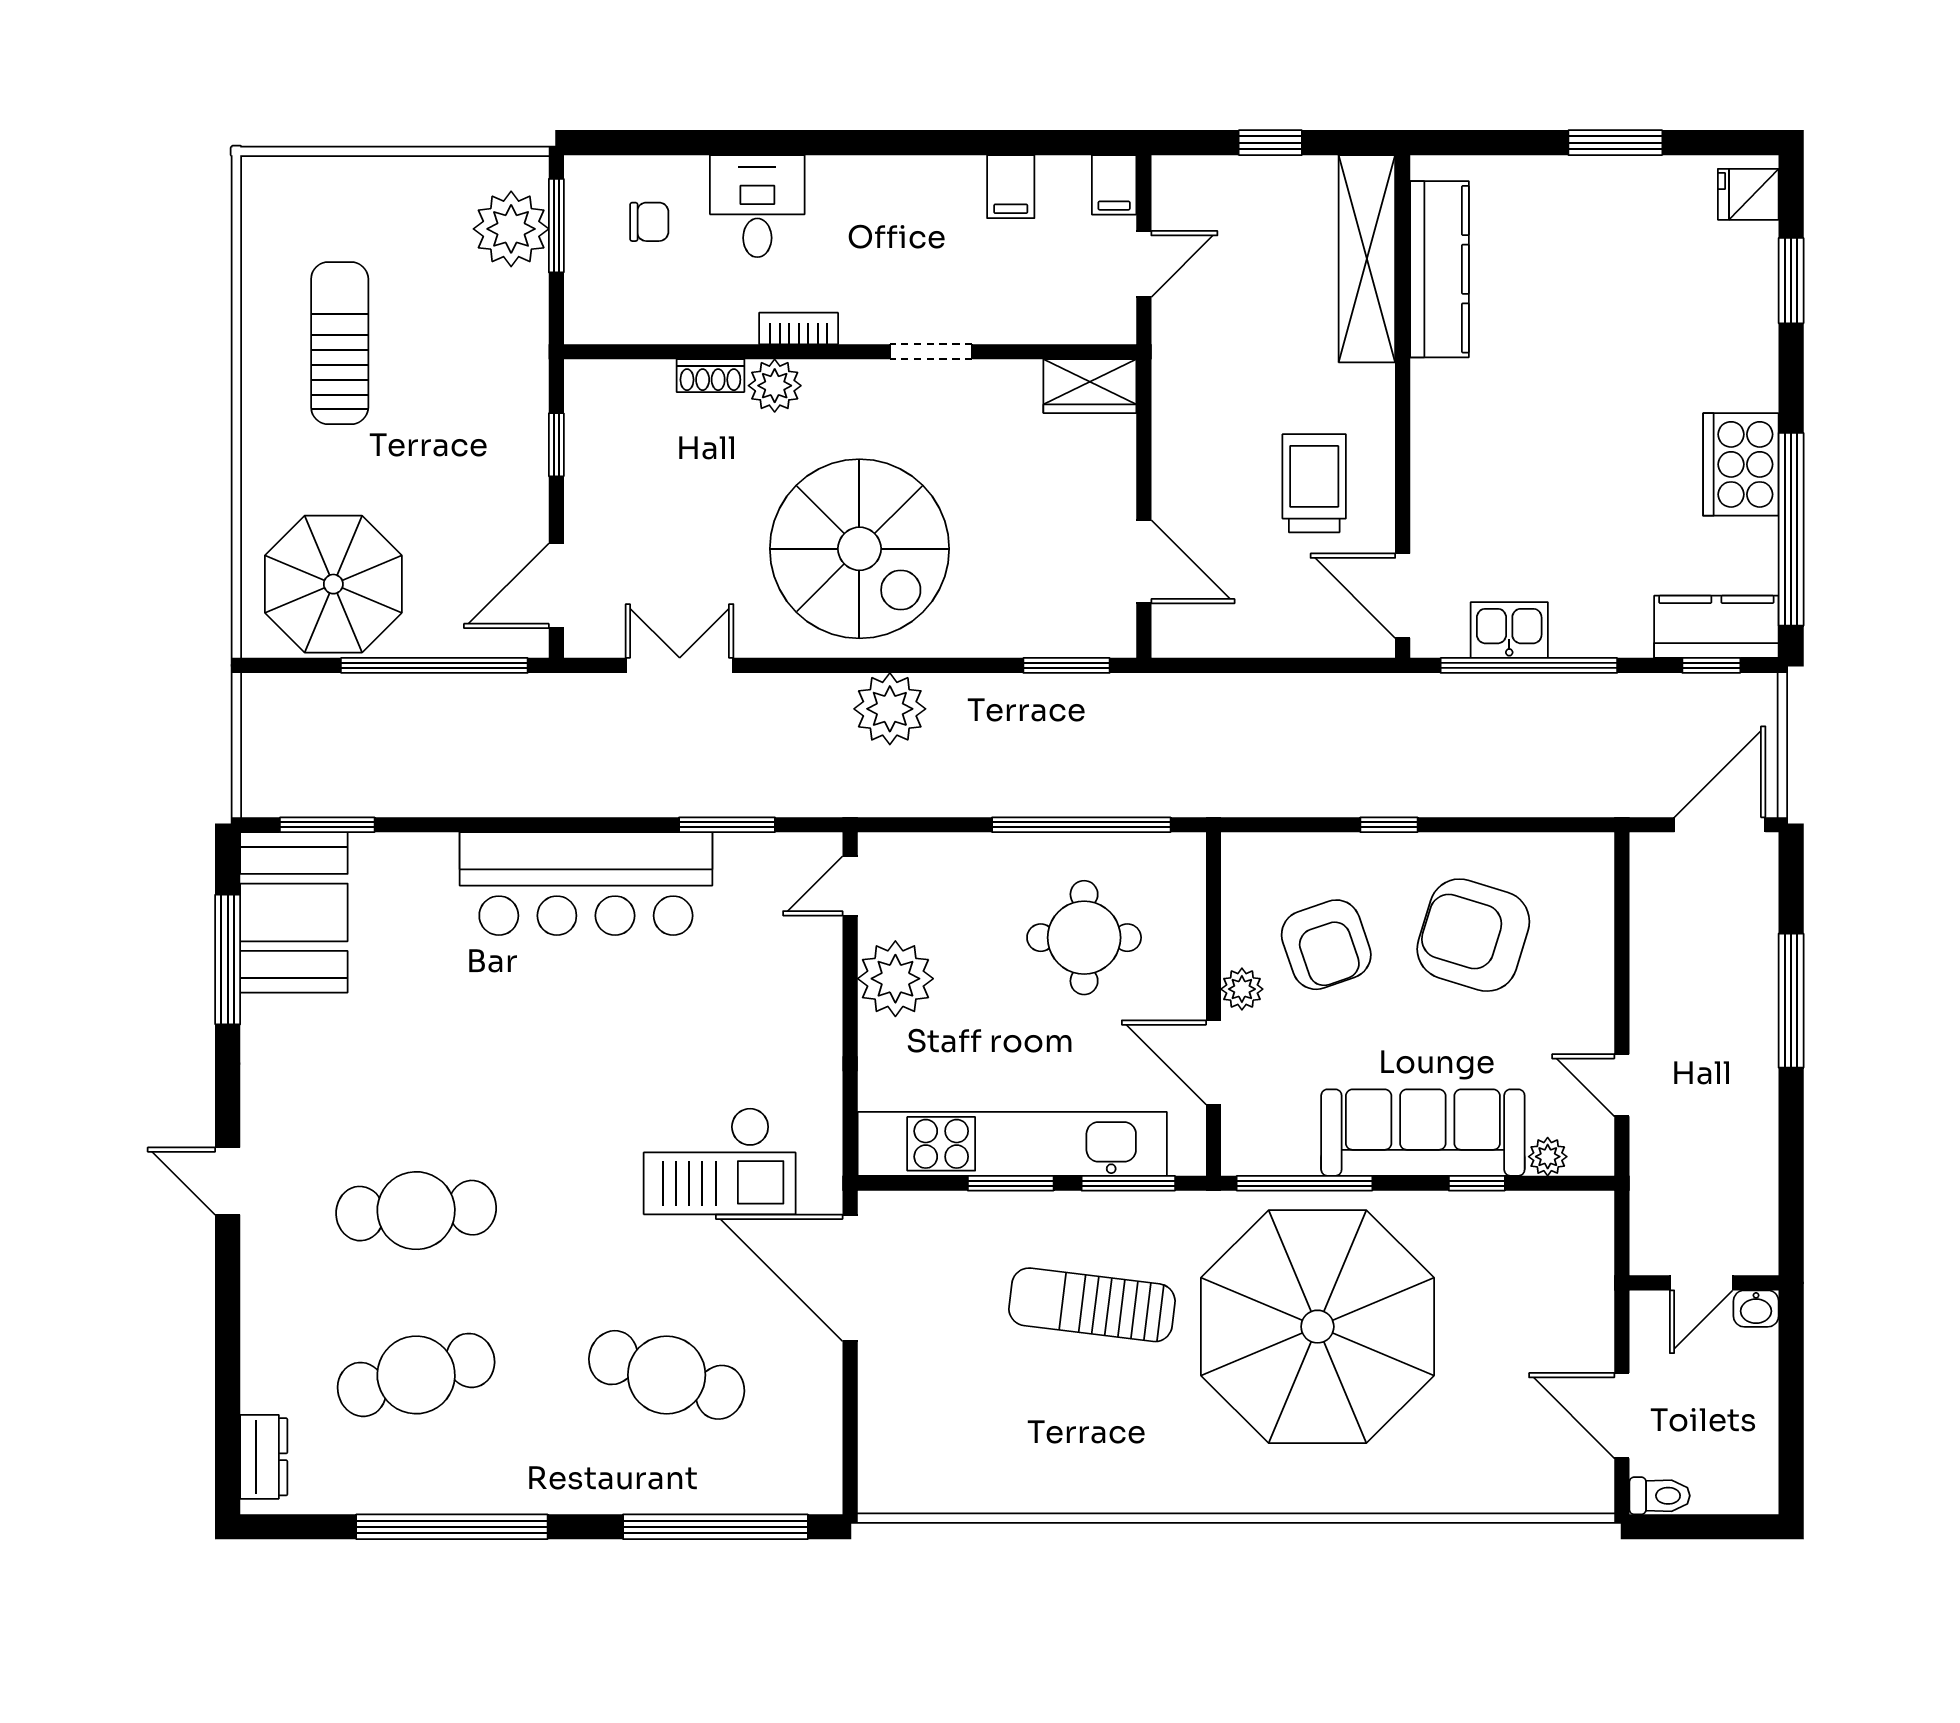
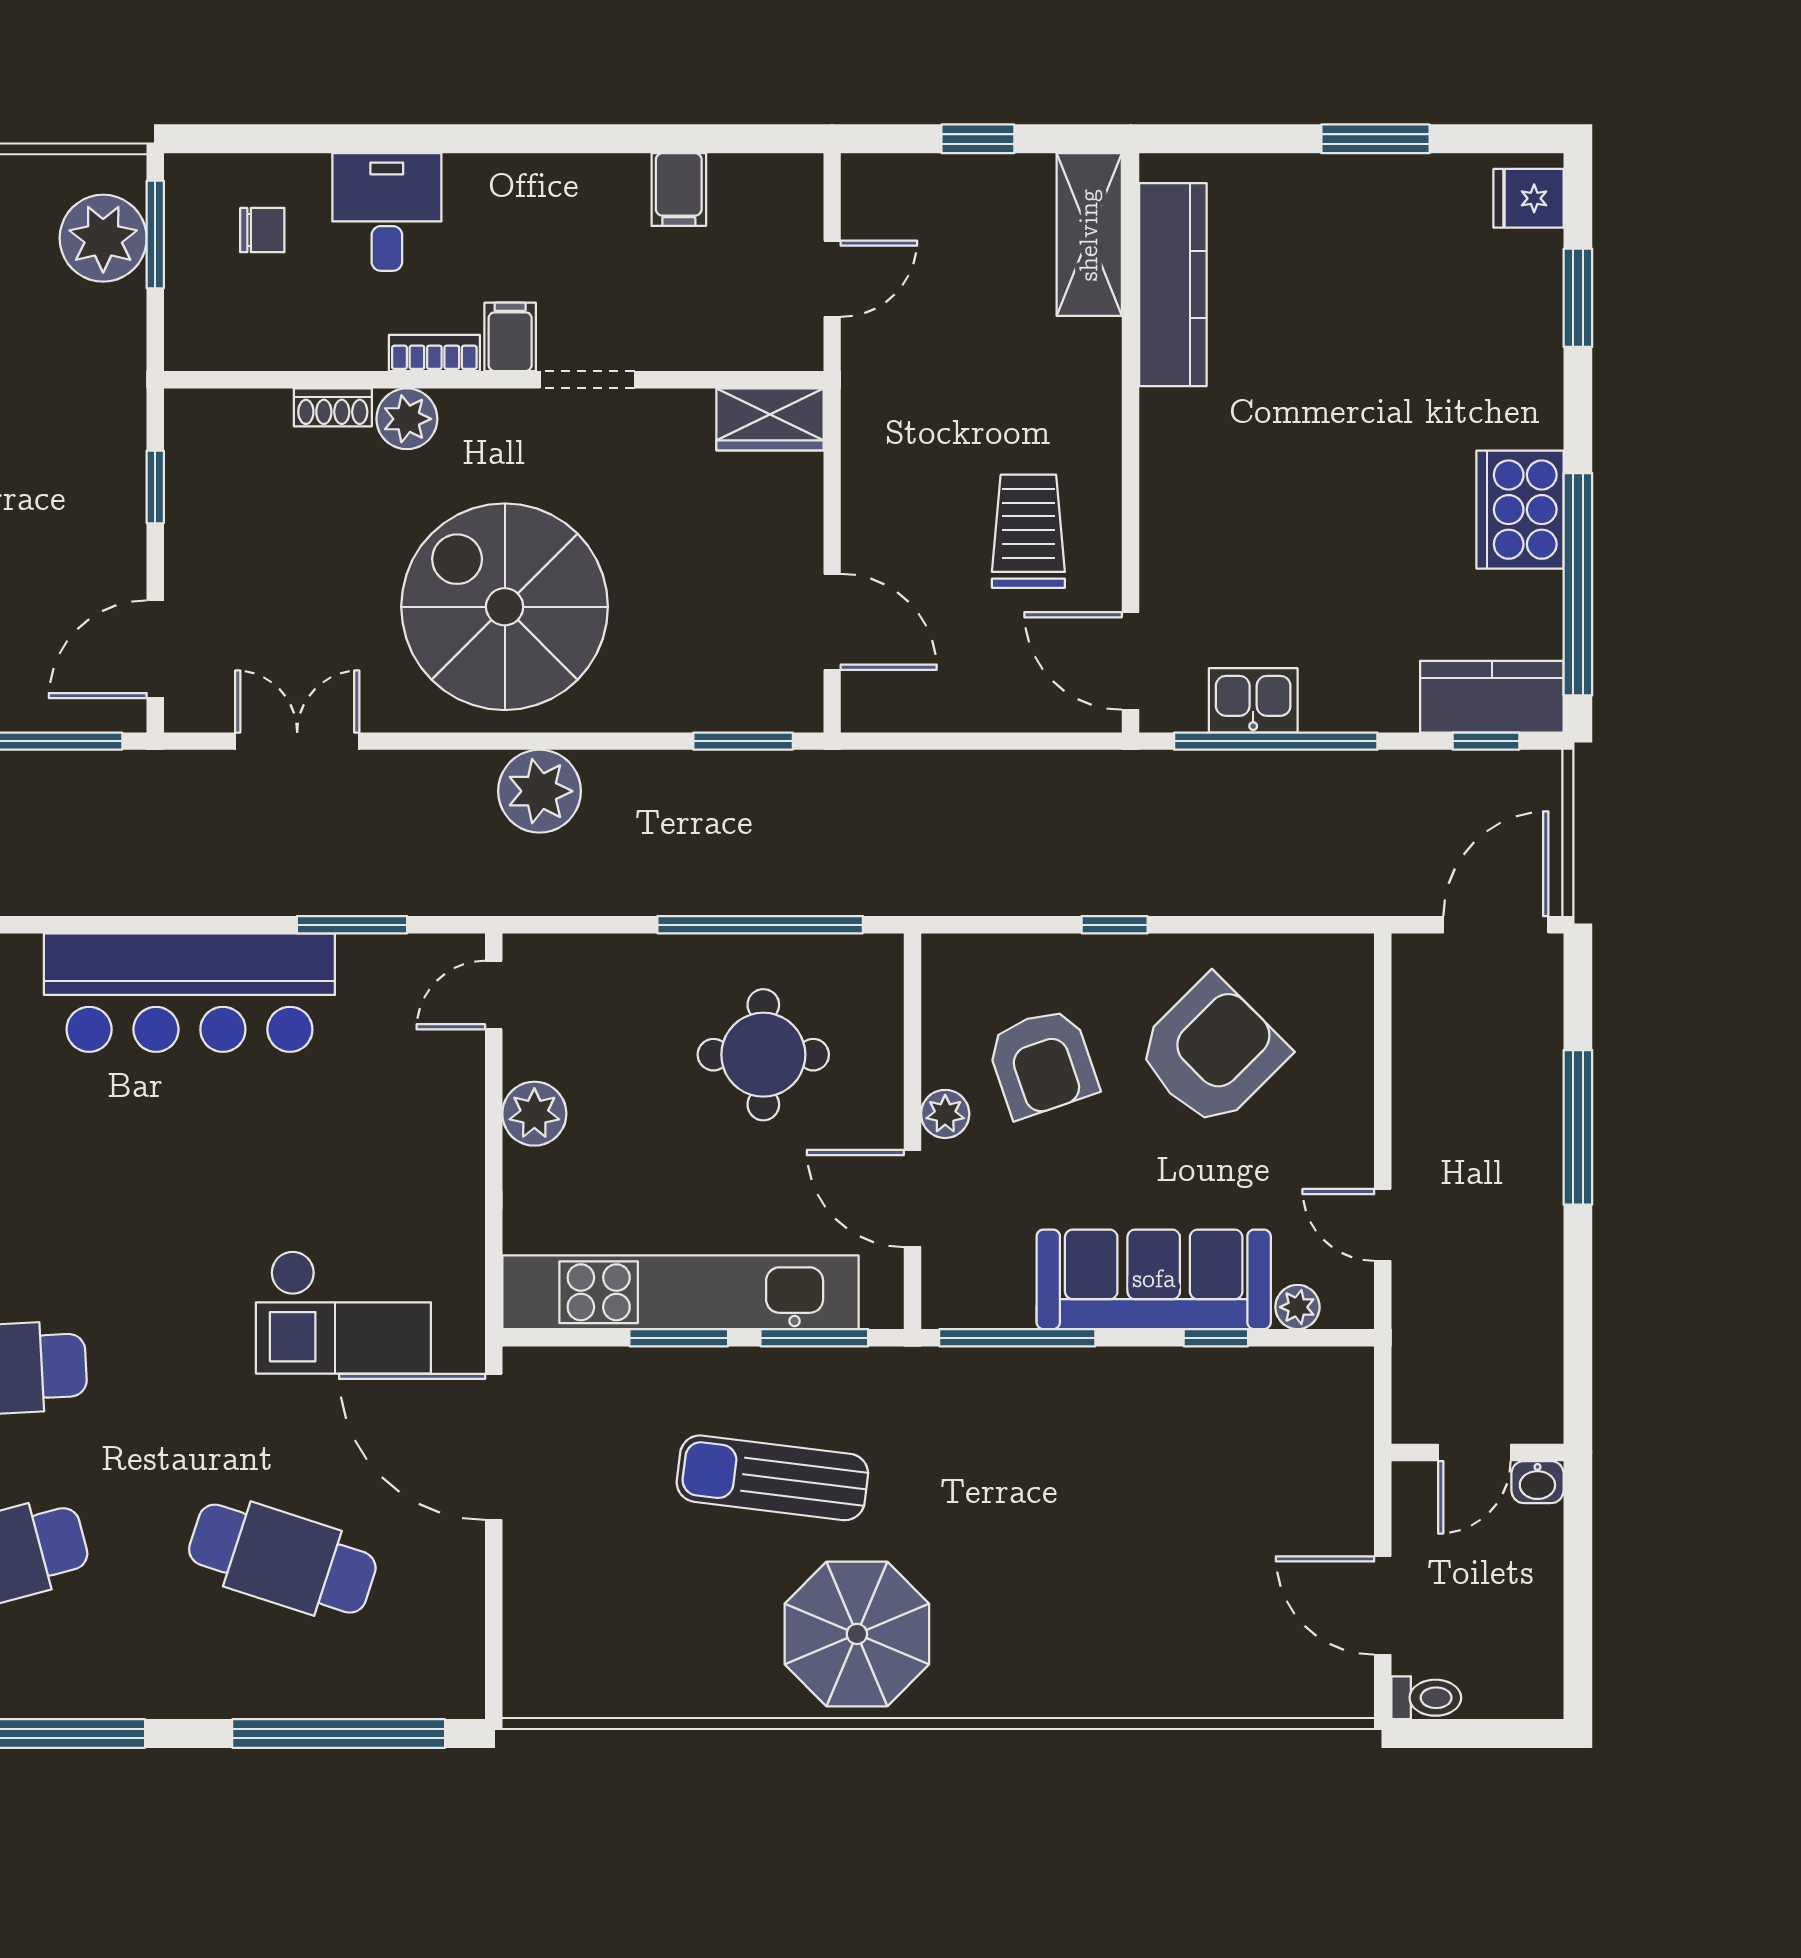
filing cabinet: (1114, 185) -> (510, 337), moved, turned 180
shelving: (1367, 259) -> (1089, 235), width x0.68
spiral stairs: (859, 549) -> (505, 607), turned 180
armchair: (1473, 935) -> (1212, 1052), turned 118
plant: (895, 979) -> (534, 1114), width x0.73, depth x0.73
parasol: (1317, 1327) -> (857, 1634), moved, width x0.54, depth x0.54

